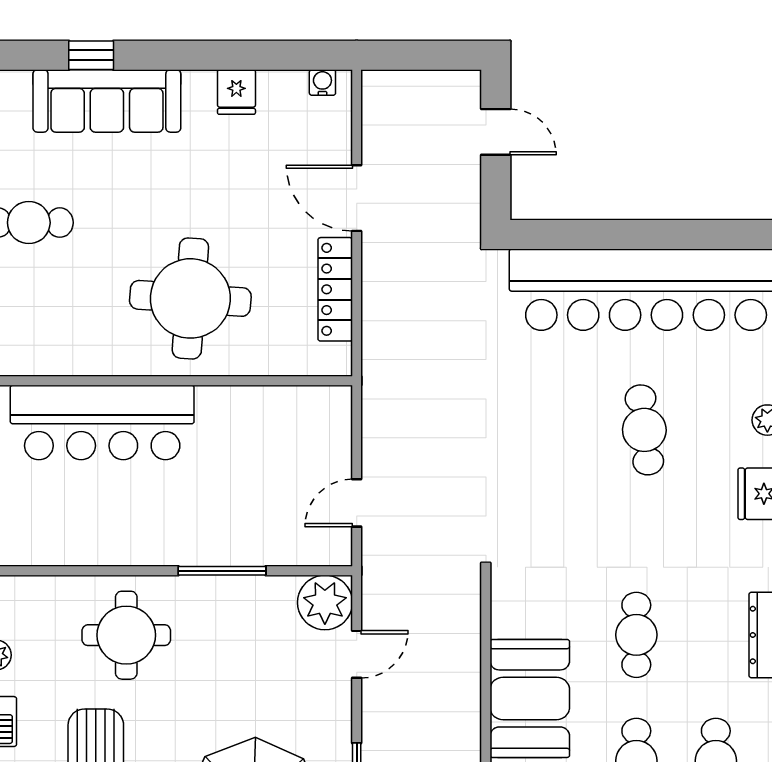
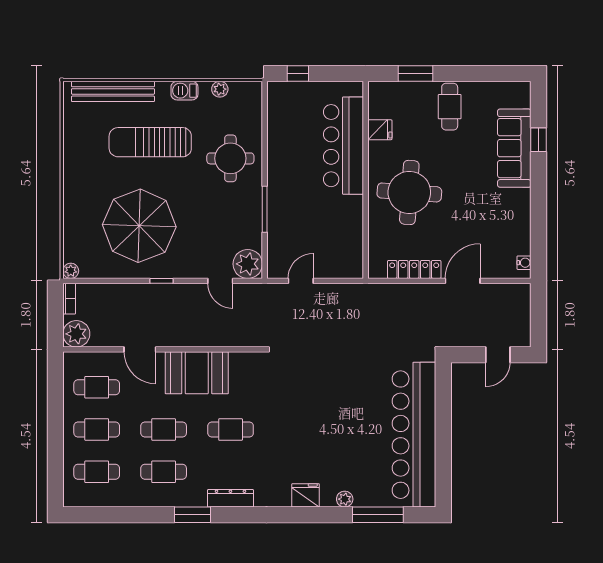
fridge: (236, 92) -> (380, 130), moved, turned 180
cafe table: (644, 430) -> (339, 434), removed
door: (357, 503) -> (301, 281), hinge flipped

